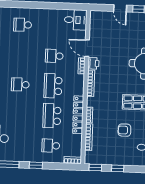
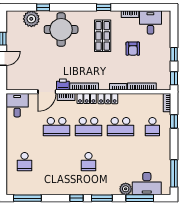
school desk: (54, 56) -> (57, 127), width x1.85
locker: (78, 125) -> (87, 99), moved
window: (36, 165) -> (174, 121), moved

